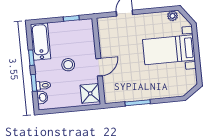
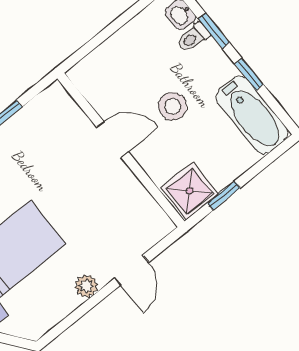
plant: (173, 16) -> (86, 286), moved
door: (99, 67) -> (112, 139), swing flipped
shower: (90, 93) -> (190, 191), moved

